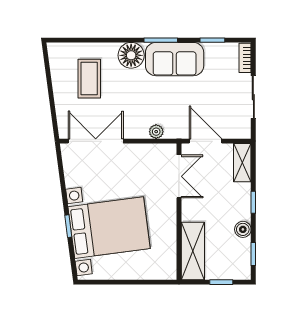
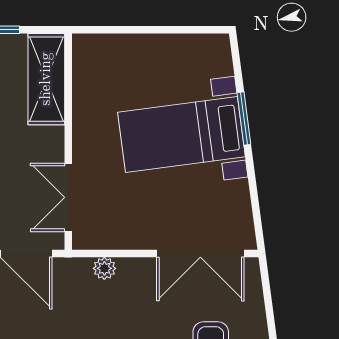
window: (68, 226) -> (244, 118), width x1.50
bed with nightstands: (109, 228) -> (182, 134), width x0.73

